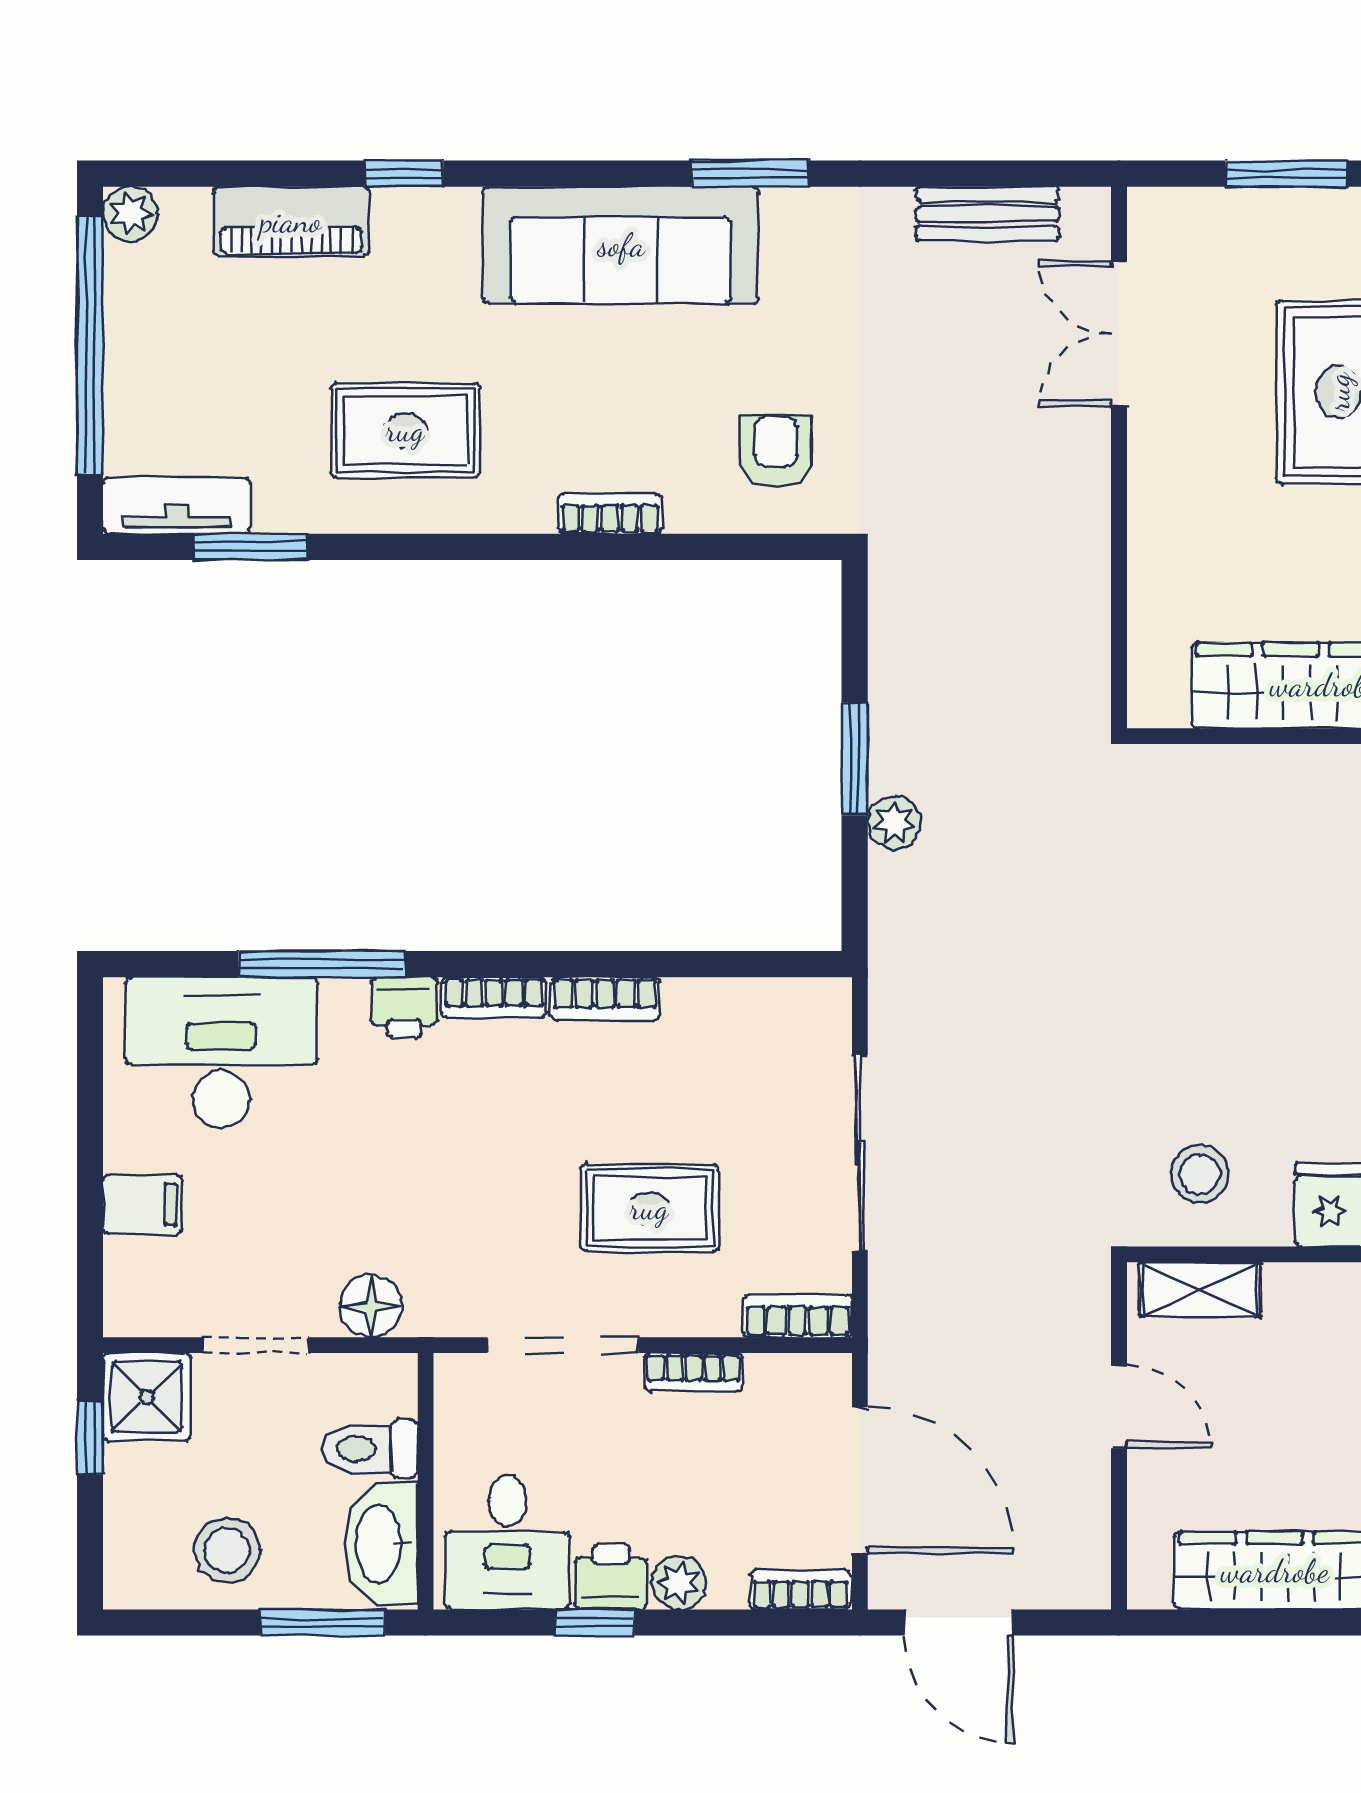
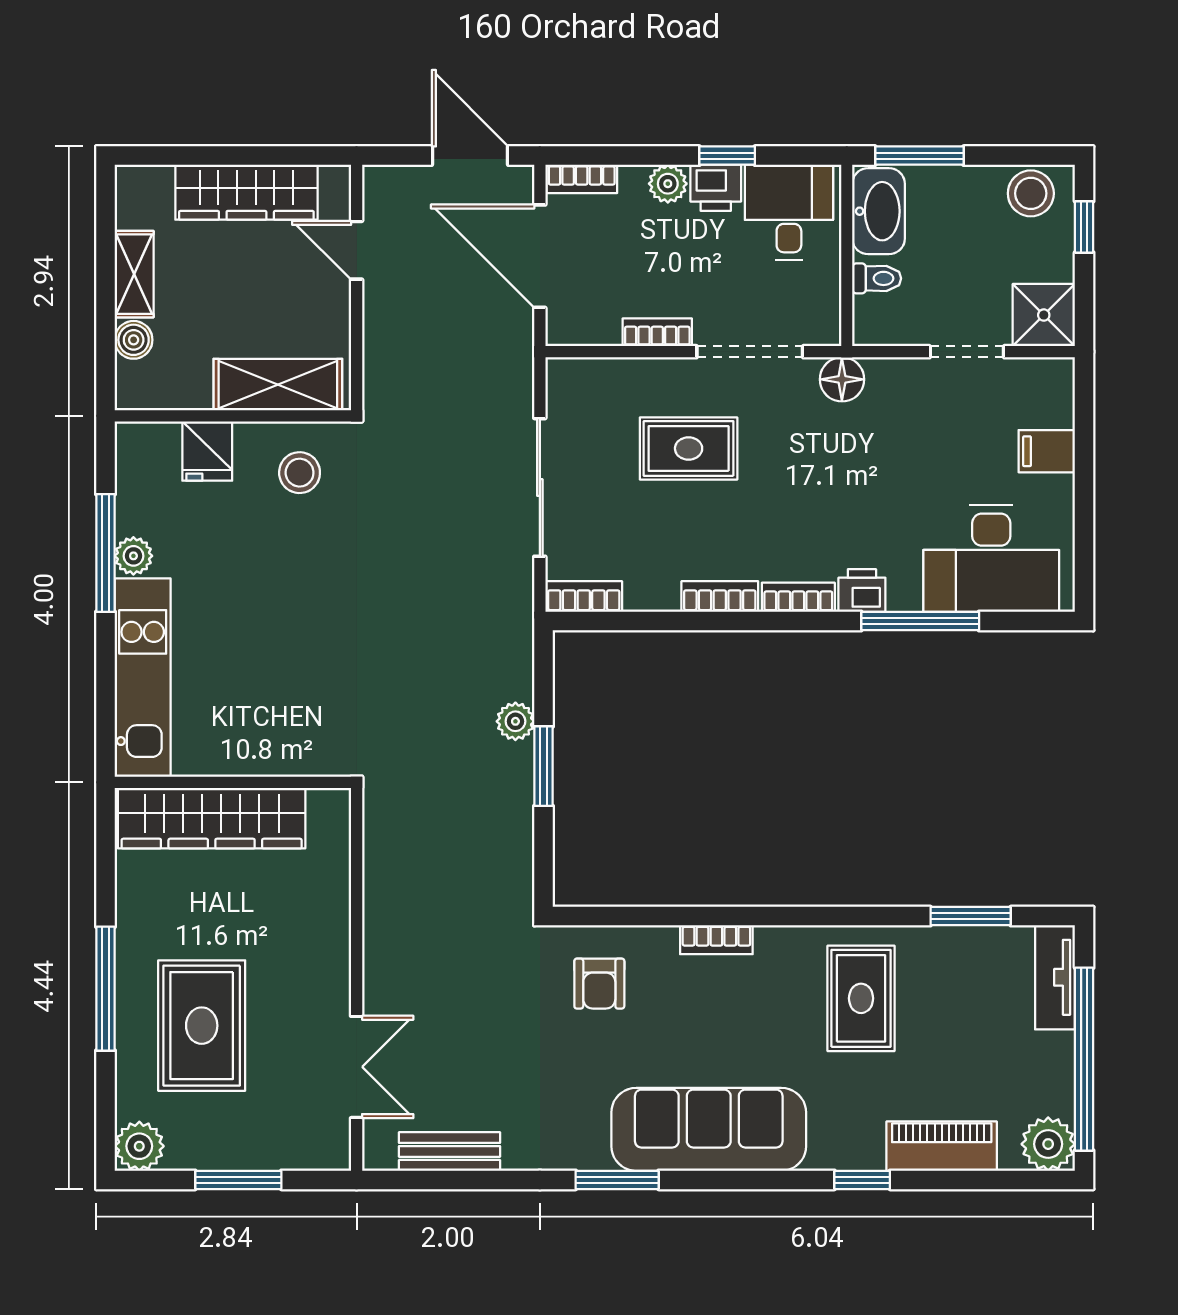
plant: (130, 214) -> (1048, 1144), width x1.38, depth x1.38
rug: (405, 430) -> (861, 998), turned 90
tv unit: (177, 506) -> (1055, 977), moved, turned 90
shelving: (1200, 1290) -> (278, 385), width x1.50, depth x1.33
floor lamp: (371, 1306) -> (842, 379), moved
bookcase: (798, 1316) -> (584, 597), moved, turned 180
door: (1119, 1407) -> (357, 250), moved
window: (90, 1438) -> (1084, 227), moved
toilet: (370, 1449) -> (877, 278), width x0.73, depth x0.72
stool: (227, 1550) -> (1031, 193), moved

